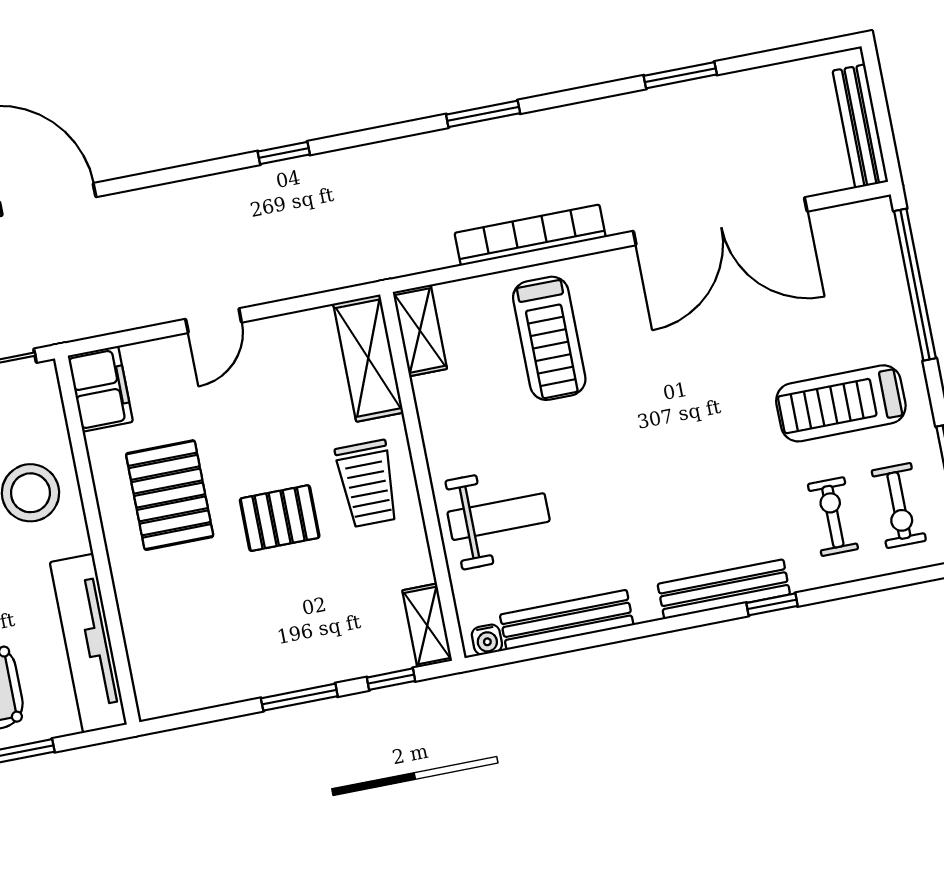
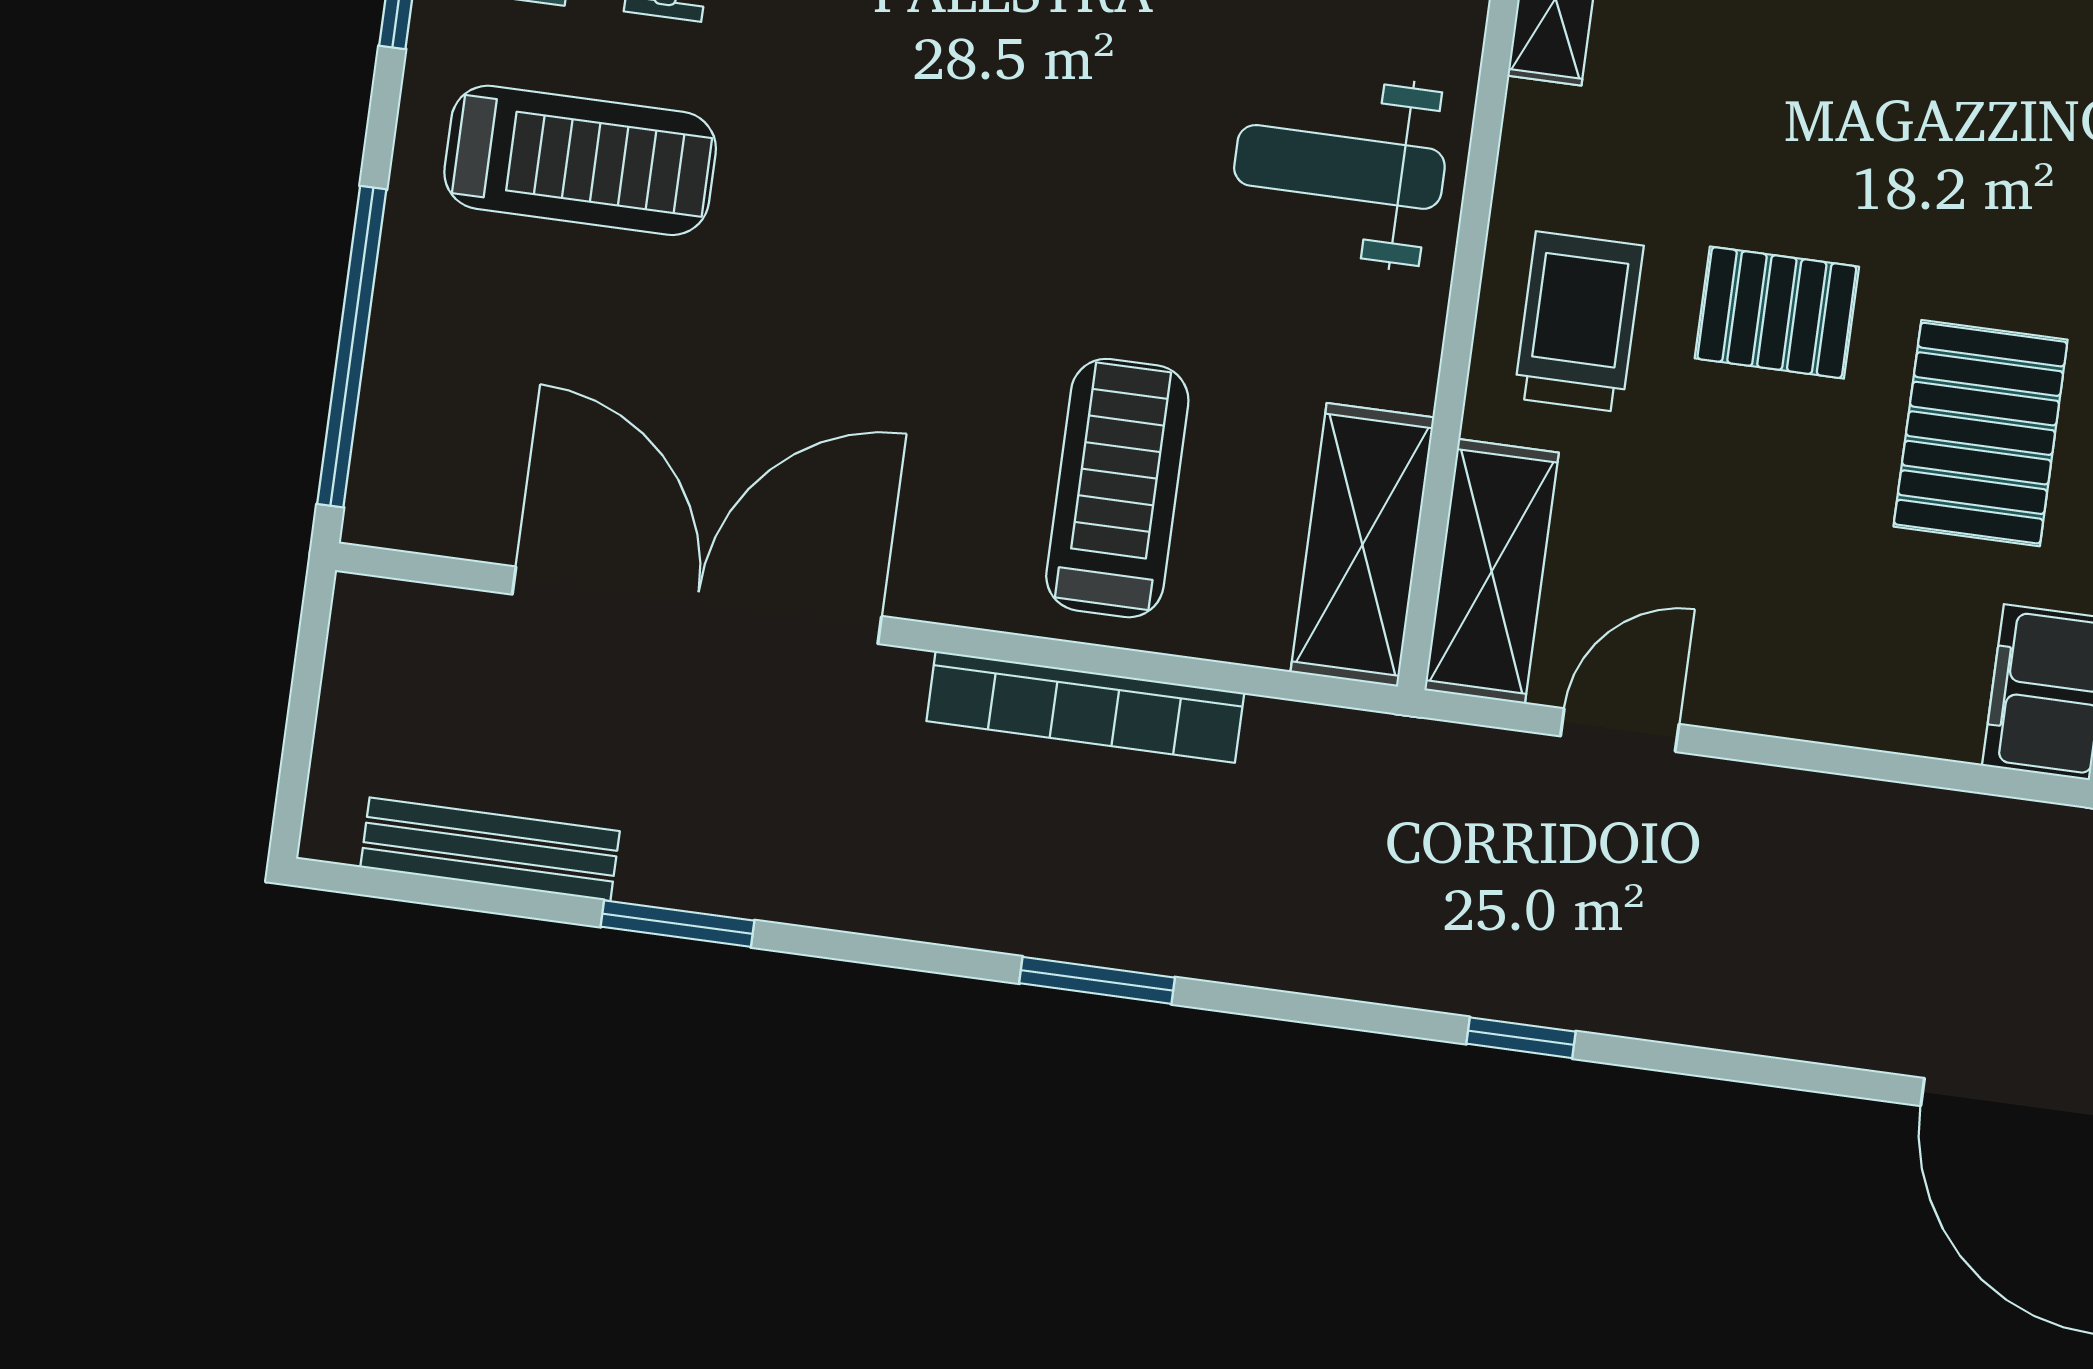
bench: (860, 126) -> (490, 849), moved, turned 90
door: (214, 321) -> (1620, 730), moved
shelving: (420, 330) -> (1362, 545), width x1.50, depth x1.33

